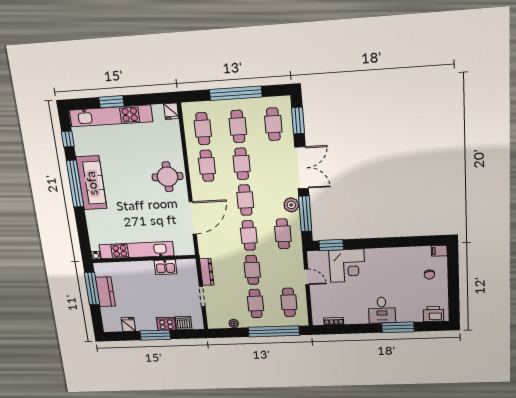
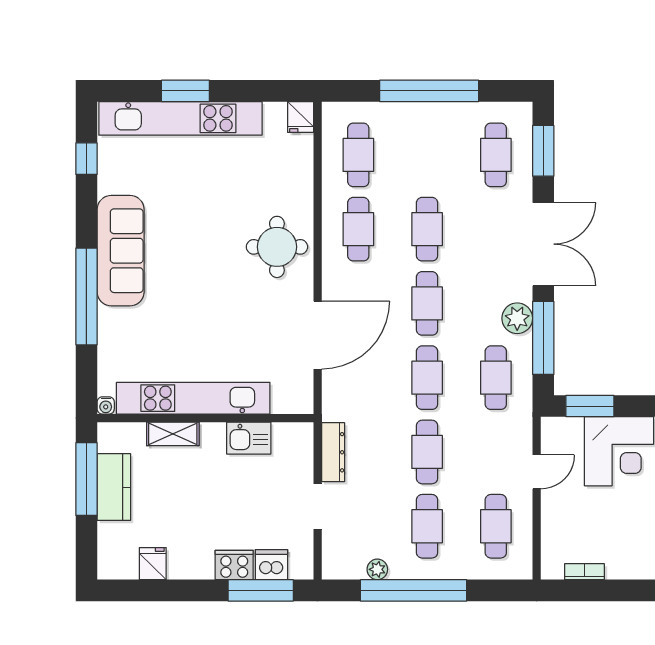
cafe table: (238, 126) -> (427, 155), removed
window: (75, 184) -> (86, 296), moved
shelving: (129, 267) -> (173, 434), added
door: (307, 277) -> (537, 472), hinge flipped
window: (274, 331) -> (414, 590), moved
window: (155, 335) -> (261, 590), moved

